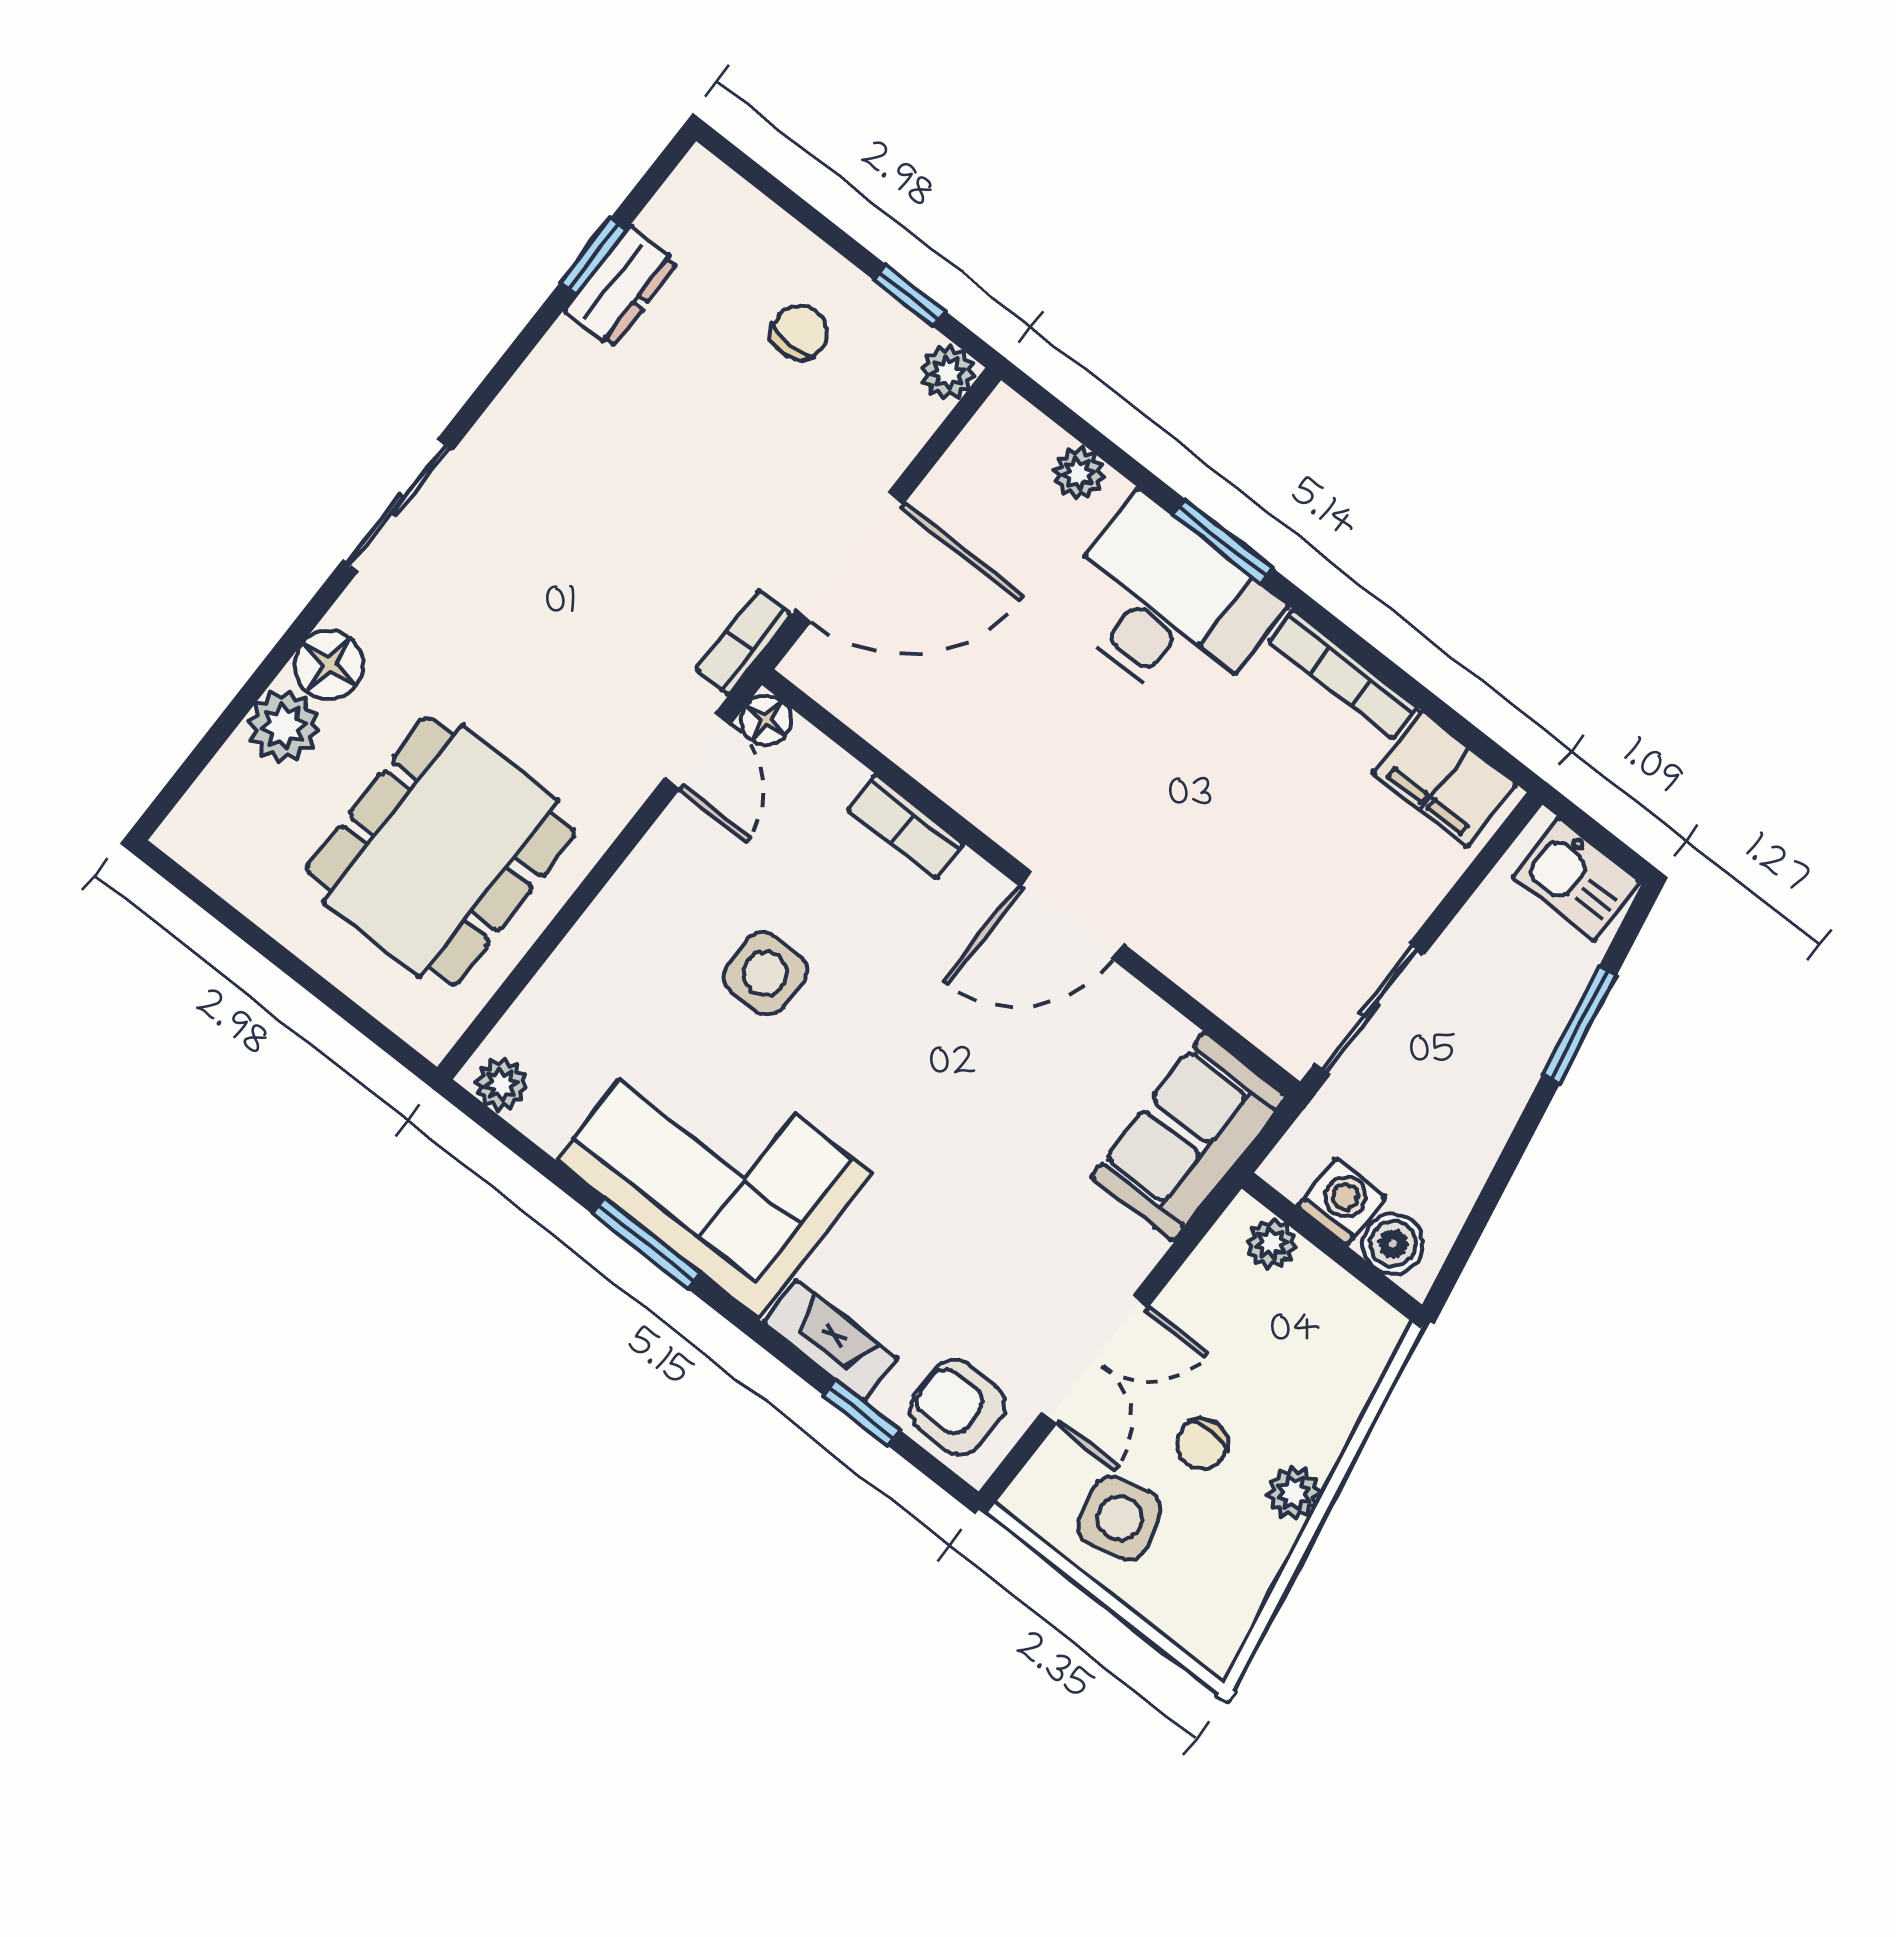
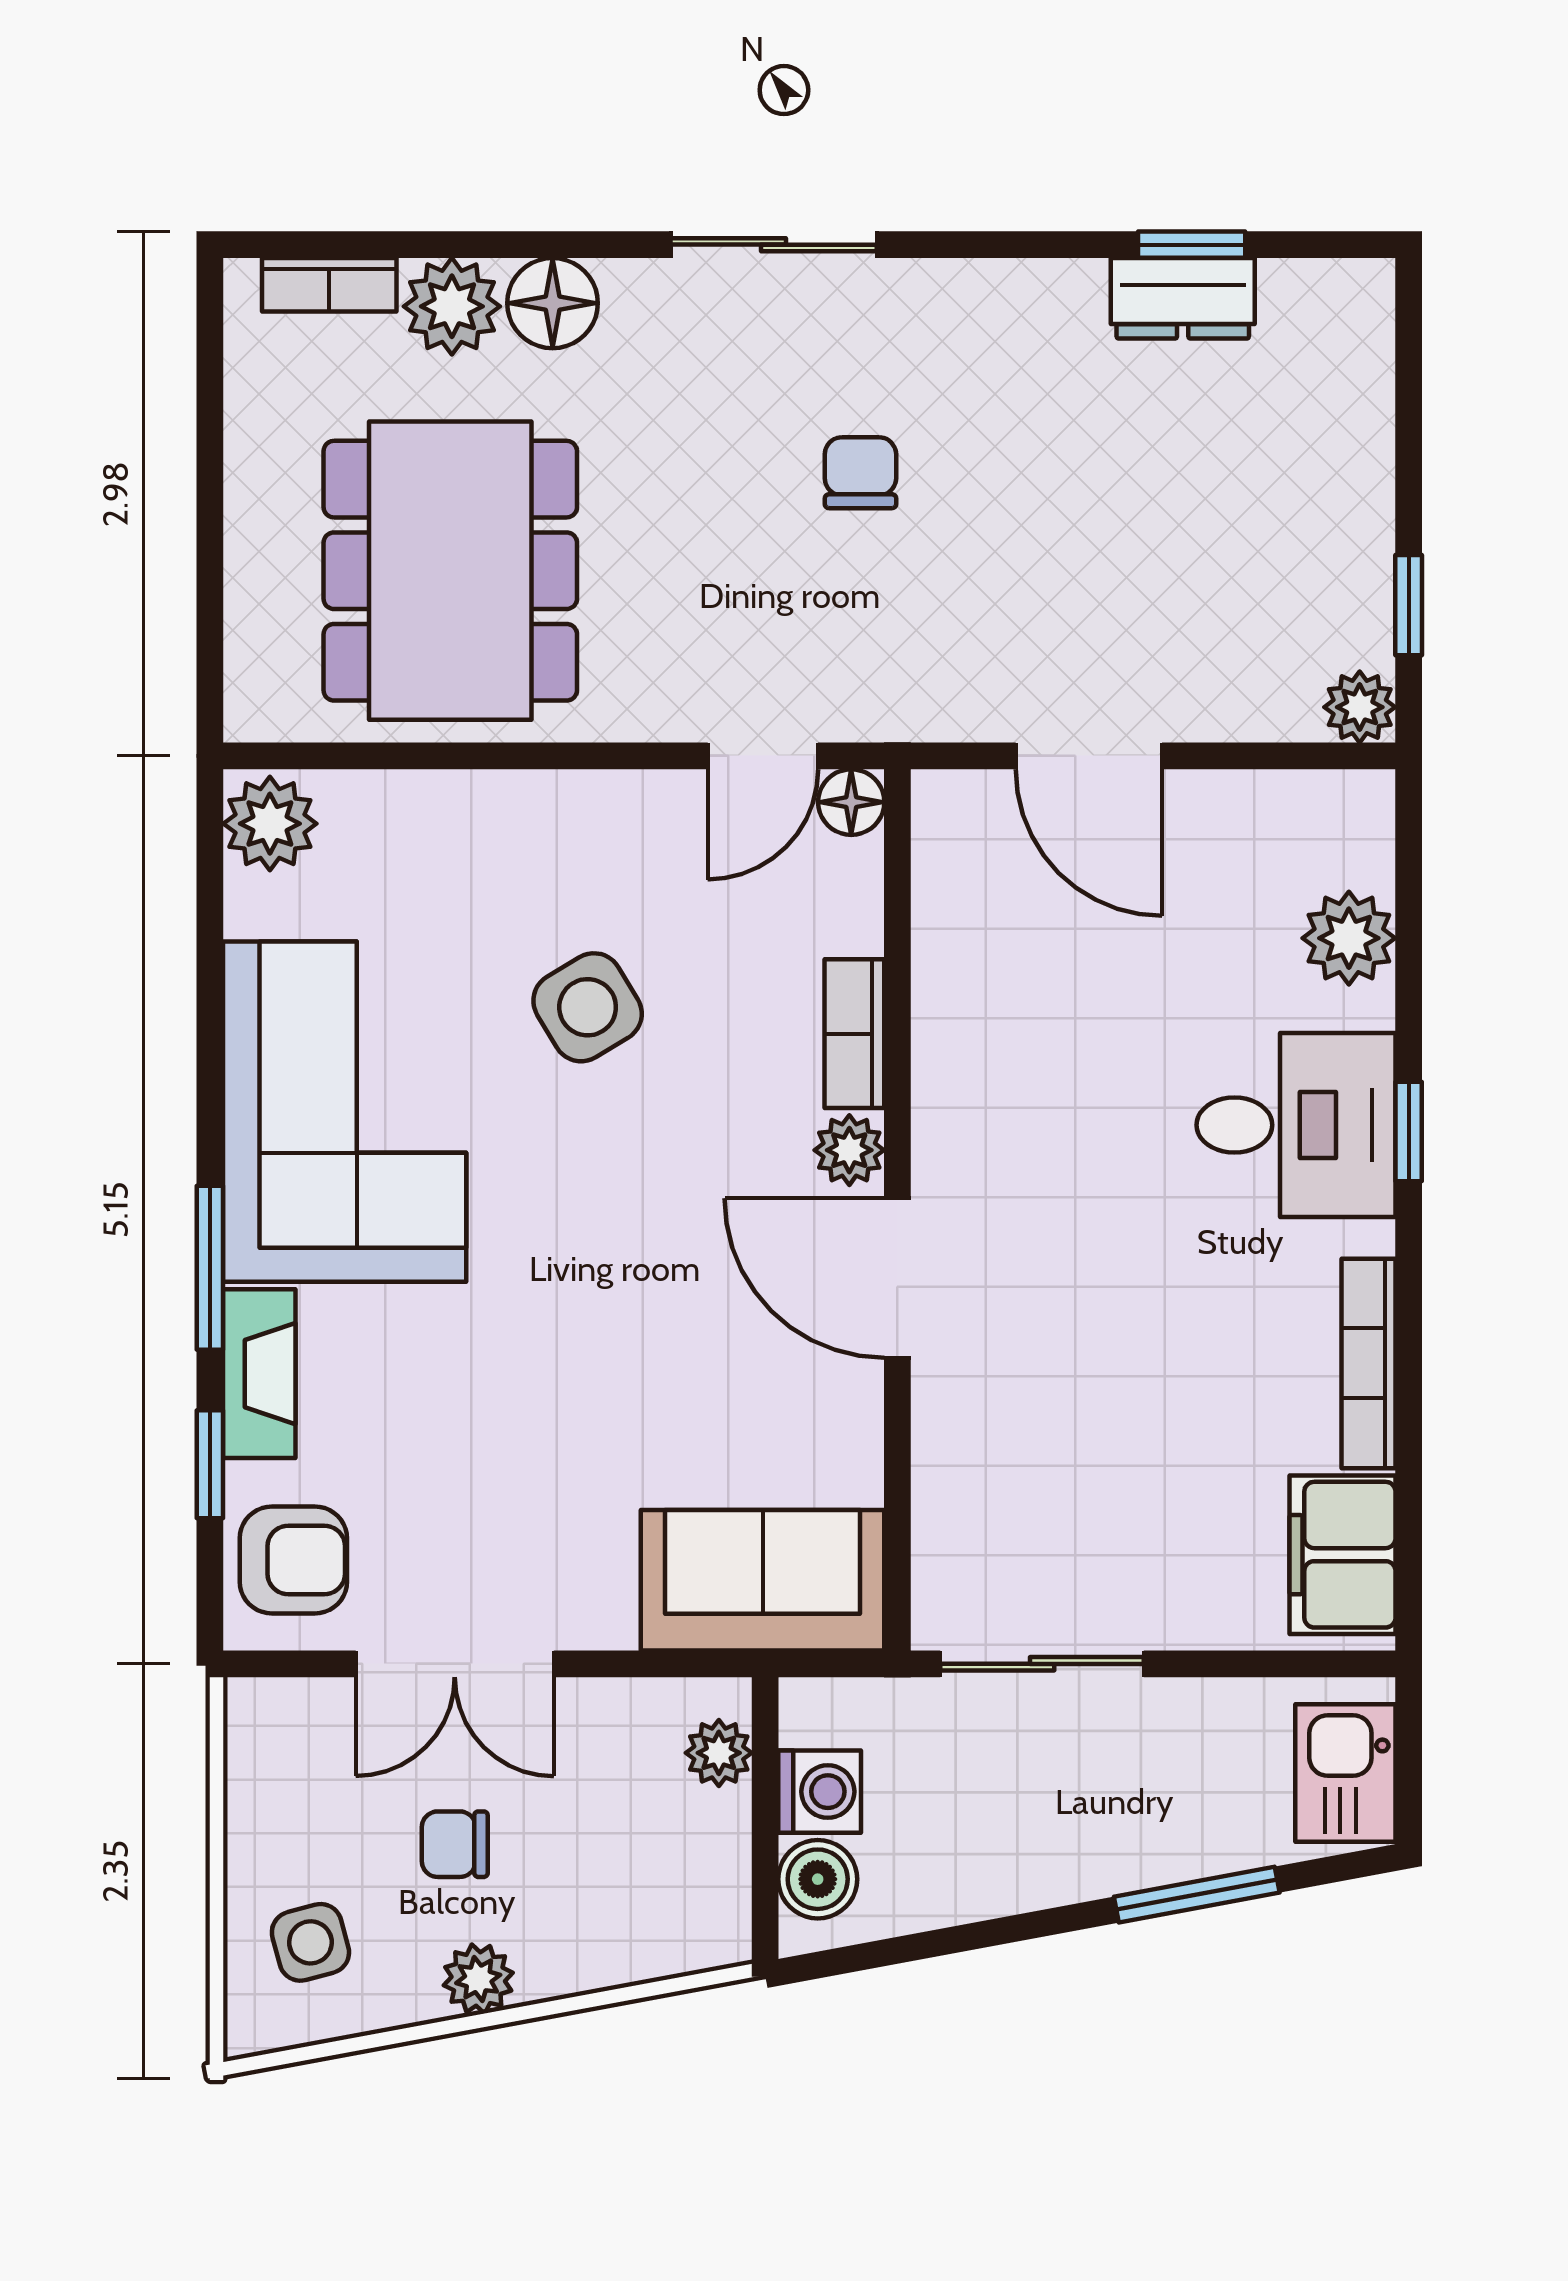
chair: (800, 332) -> (860, 473), moved, turned -90
plant: (1078, 473) -> (1349, 938), width x1.38, depth x1.38
window: (1223, 542) -> (1409, 1132), width x0.67
door: (850, 557) -> (1089, 756), width x0.73
desk: (1167, 606) -> (1296, 1125), width x0.73
bookcase: (744, 643) -> (329, 285), moved, turned 180
dining table: (441, 851) -> (450, 571), turned 90
plant: (973, 884) -> (849, 1150), added
side table: (765, 973) -> (588, 1007), turned -31
plant: (501, 1084) -> (270, 824), width x1.38, depth x1.38
window: (646, 1244) -> (210, 1268), moved
armchair: (957, 1407) -> (293, 1560), turned 90
side table: (1120, 1518) -> (310, 1942), moved, width x0.73, depth x0.73

